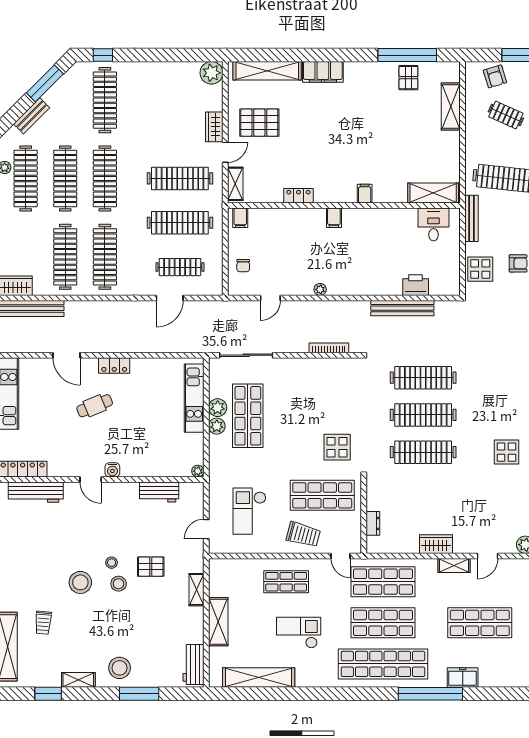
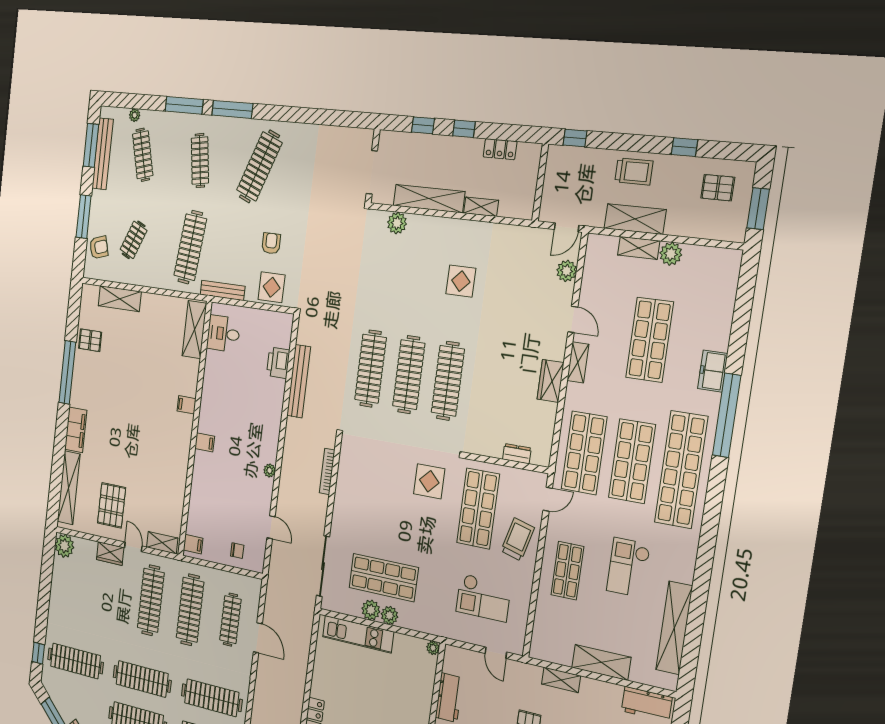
window: (407, 55) -> (67, 372), moved
locker: (299, 196) -> (180, 477), removed

